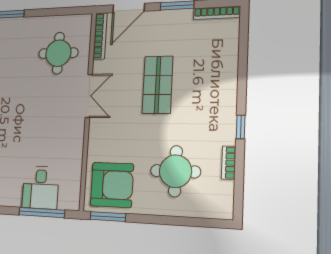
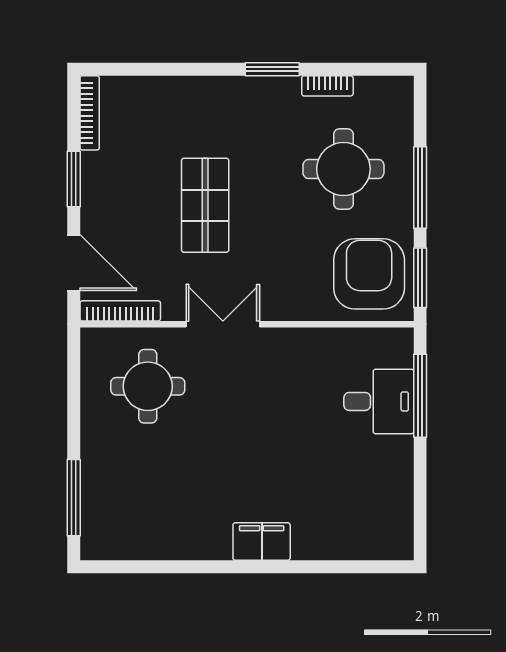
shop shelf: (158, 85) -> (205, 205), turned 90
window: (241, 127) -> (272, 69), width x1.50
window: (162, 220) -> (420, 187), added

